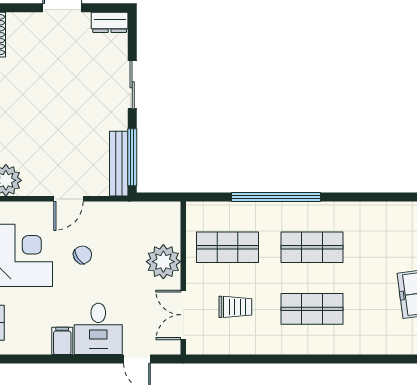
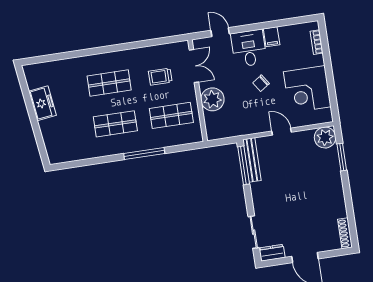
sliding door: (132, 85) -> (254, 232), moved
window: (276, 197) -> (144, 154), width x0.68
door: (69, 199) -> (282, 132), hinge flipped
chair: (82, 255) -> (261, 83), moved

